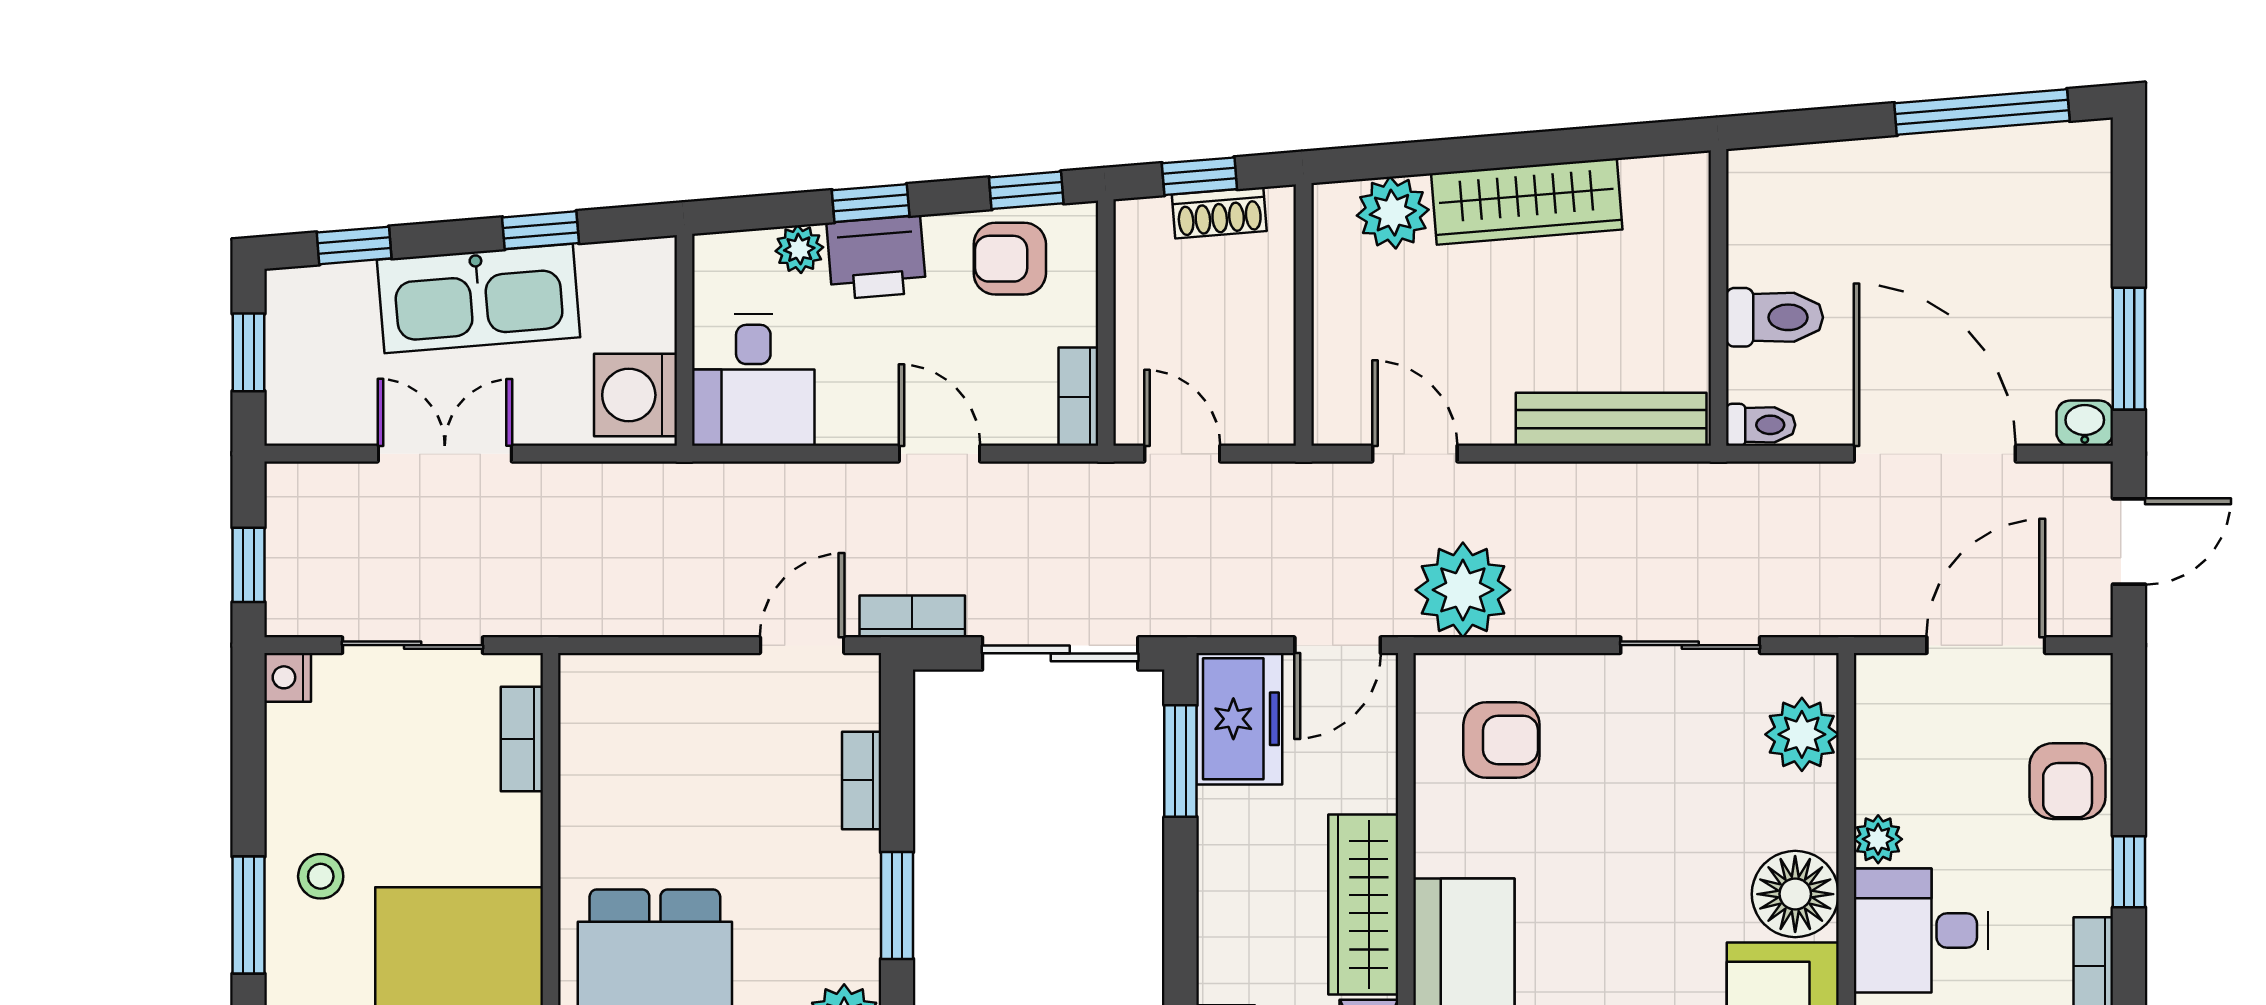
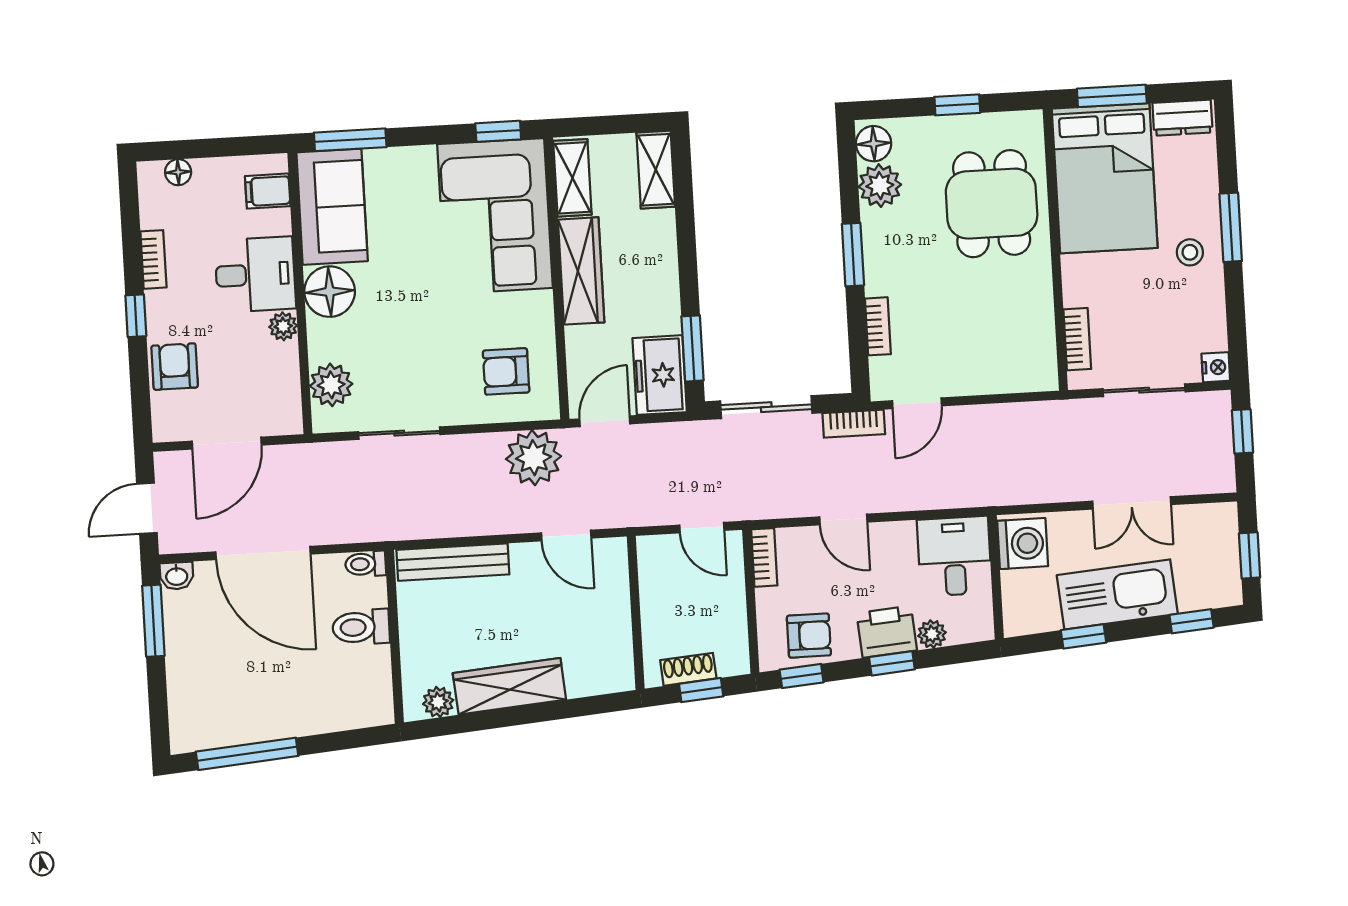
plant: (1393, 213) -> (438, 702), moved, width x0.73, depth x0.73

